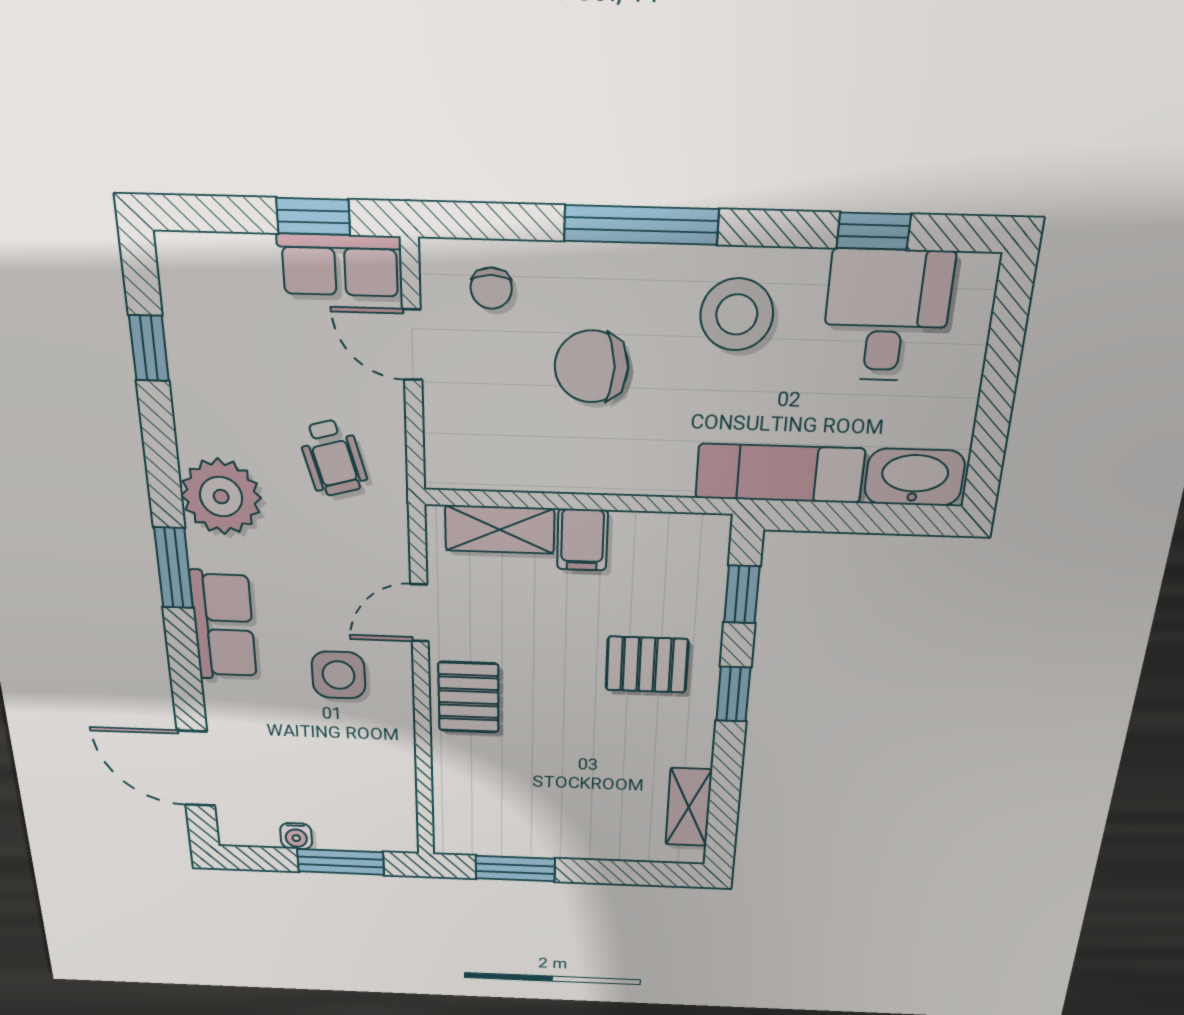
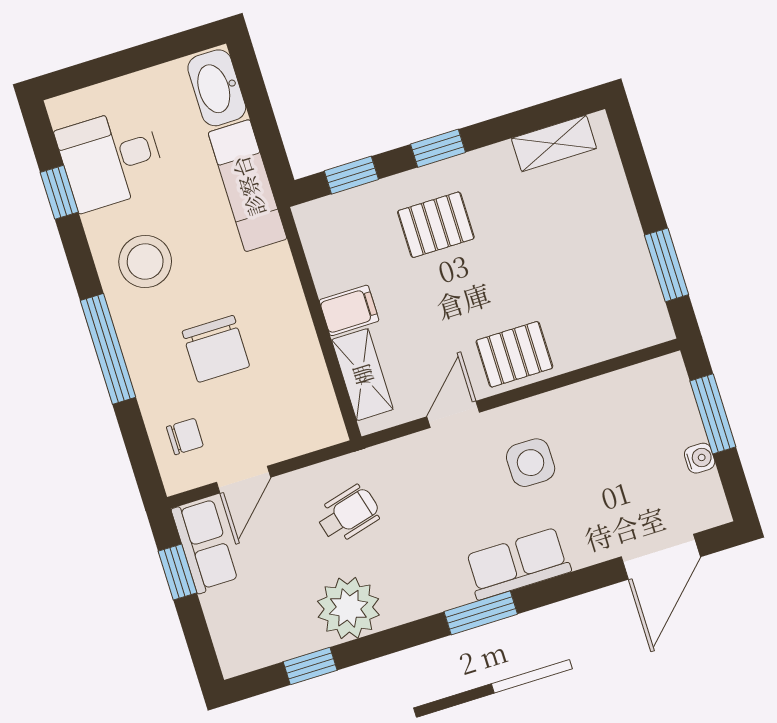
plant: (221, 497) -> (348, 608), moved
door: (419, 613) -> (453, 414), swing flipped
pallet: (647, 665) -> (436, 225), turned 90

